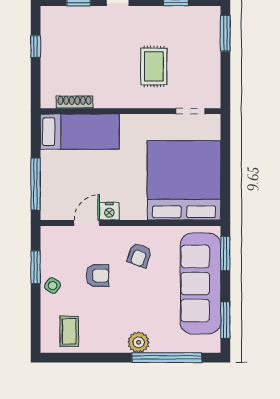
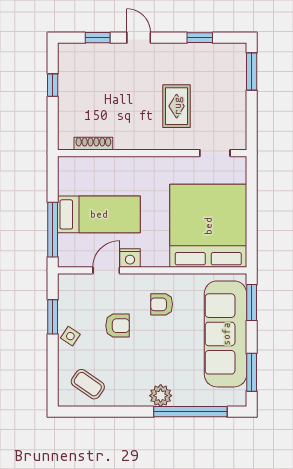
bed: (80, 132) -> (99, 214), moved
armchair: (139, 255) -> (162, 304), turned 71
coffee table: (69, 331) -> (88, 384), turned -55

